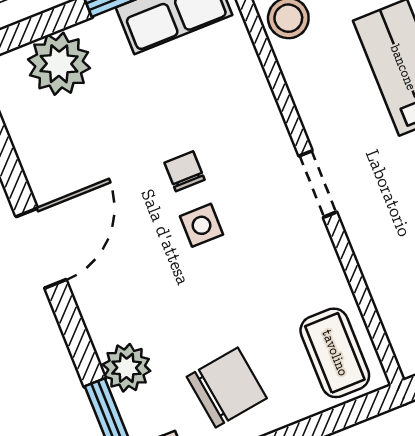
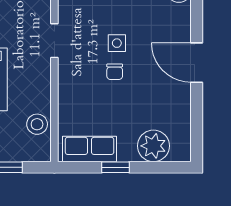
door: (41, 248) -> (197, 63), hinge flipped

